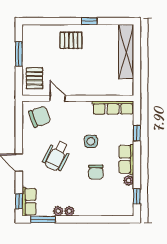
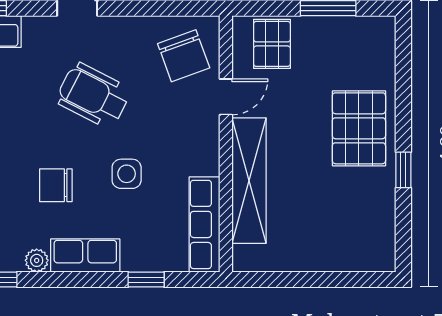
pallet: (71, 40) -> (359, 128), width x1.50, depth x1.42
shelving: (126, 52) -> (249, 181), moved, turned 90
pallet: (34, 78) -> (272, 44), turned 90

